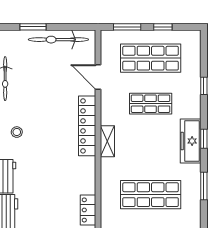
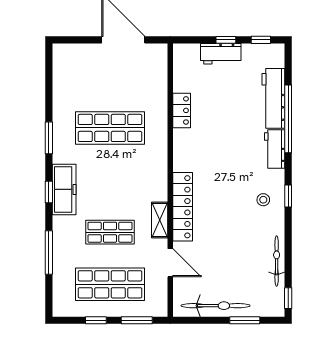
window: (204, 86) -> (49, 253), width x2.17
shelving: (107, 141) -> (160, 220), moved

